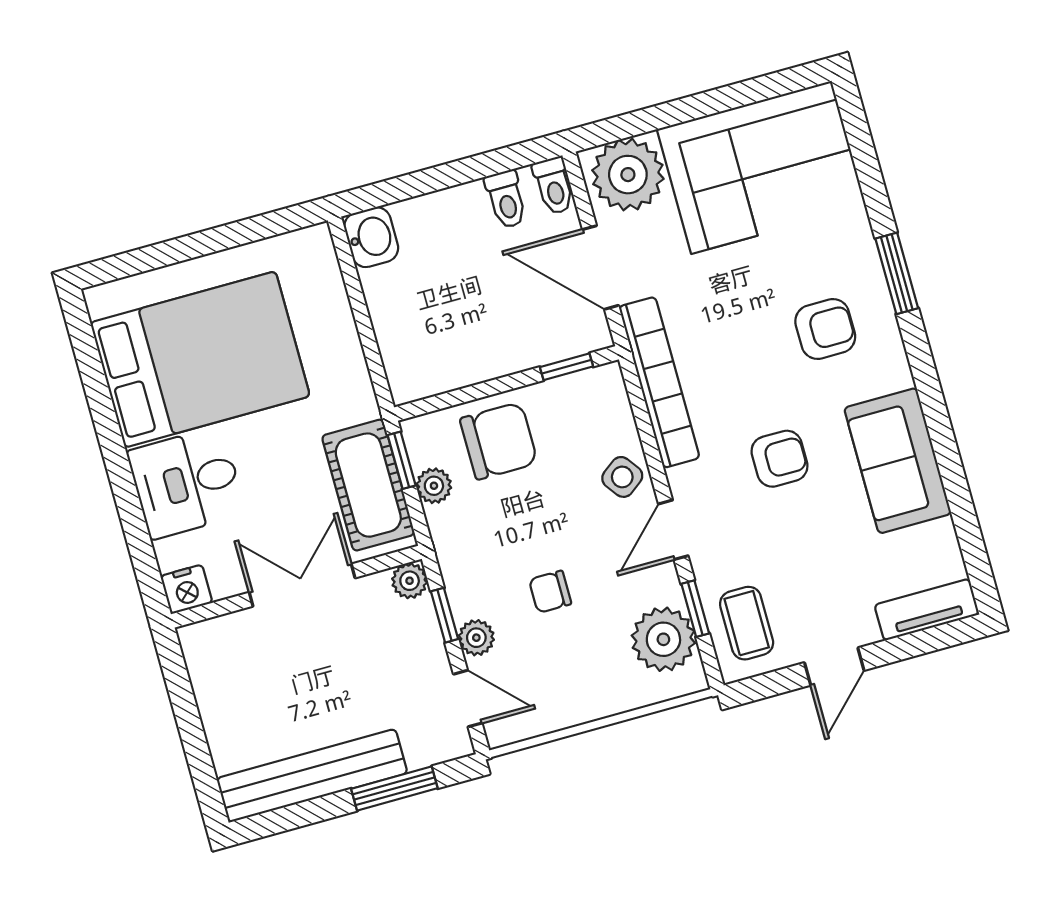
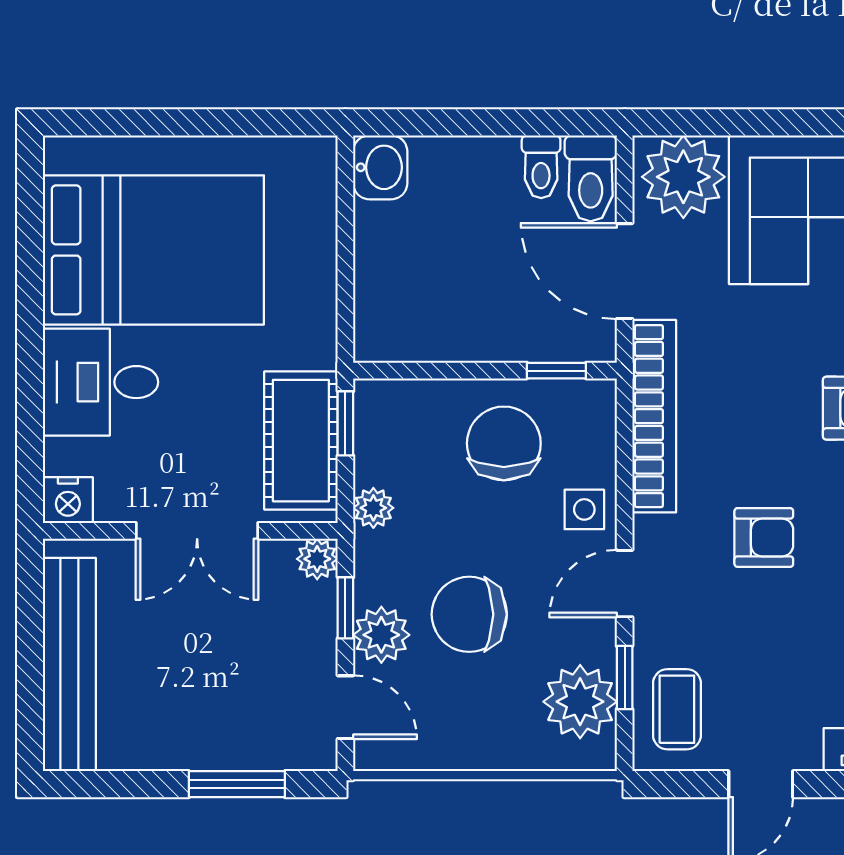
toilet: (554, 186) -> (591, 178), width x1.37, depth x1.39
chair: (499, 441) -> (504, 443), moved, turned -90
side table: (622, 477) -> (584, 509), turned 37
plant: (434, 486) -> (373, 508), moved
double door: (302, 585) -> (197, 531), swing flipped
chair: (550, 592) -> (469, 614), width x1.87, depth x1.87
plant: (476, 638) -> (381, 635), width x1.38, depth x1.38
bench: (312, 776) -> (69, 665), moved, turned 90

